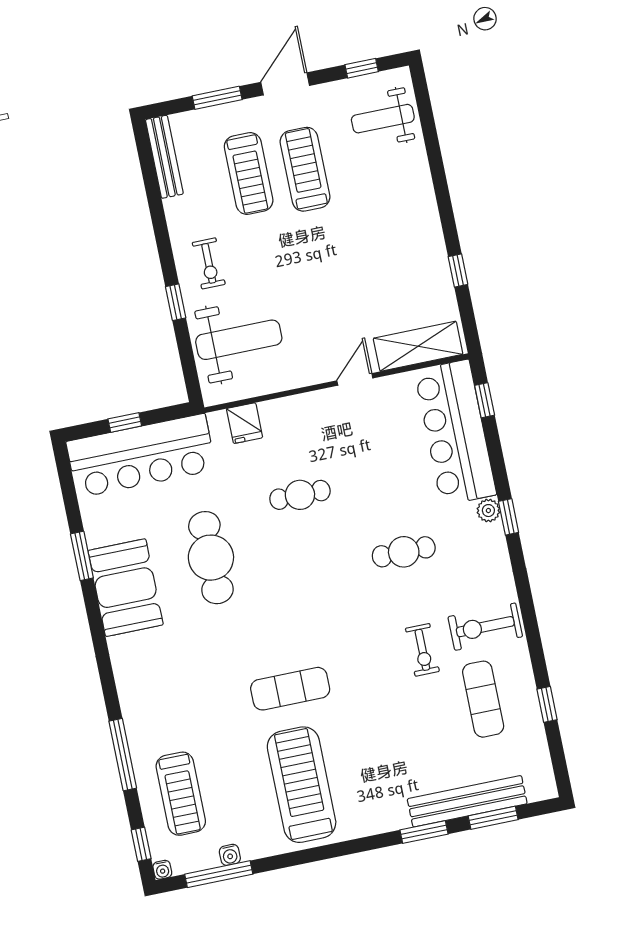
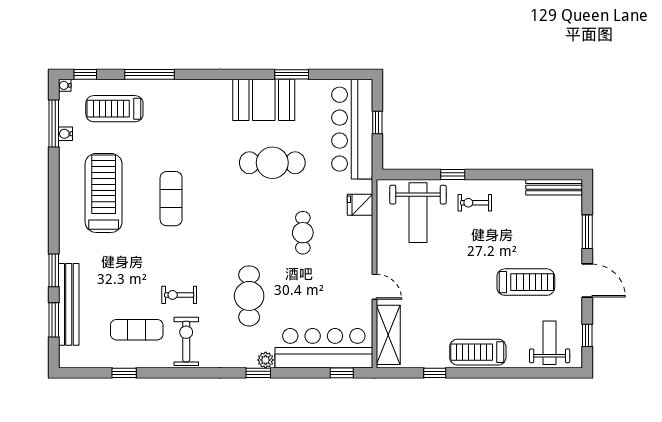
treadmill: (249, 174) -> (478, 352), moved
cafe table: (404, 552) -> (249, 296), width x1.37, depth x1.35
treadmill: (302, 785) -> (104, 193), turned -90

